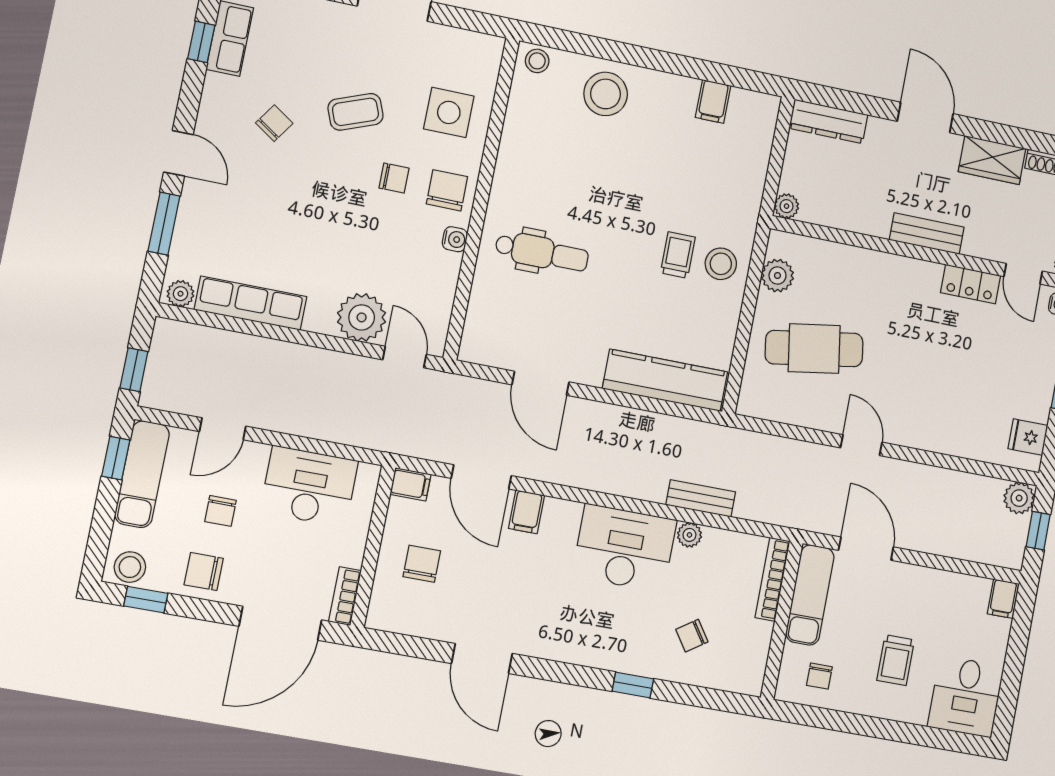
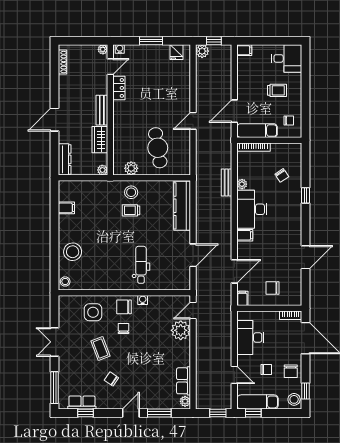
wardrobe: (992, 160) -> (100, 140), moved, turned 180
row of seats: (251, 303) -> (184, 381), width x0.68
filing cabinet: (526, 512) -> (245, 235), moved

